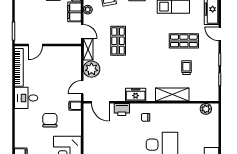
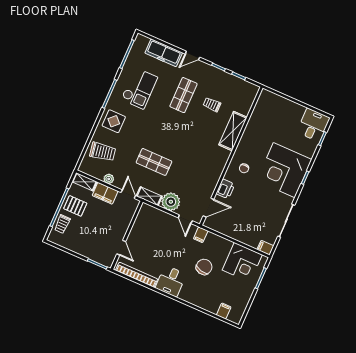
door: (82, 31) -> (128, 194), hinge flipped
freezer: (136, 95) -> (217, 168), removed
plant: (206, 109) -> (263, 103), removed
chair: (50, 120) -> (204, 267), turned 103

